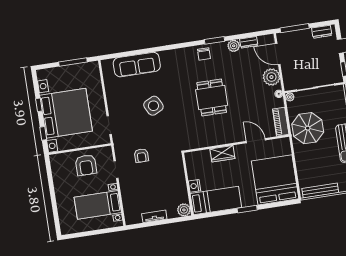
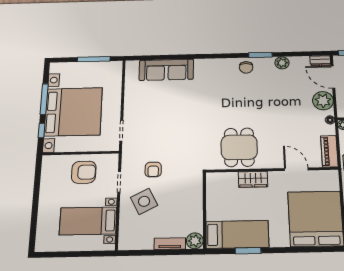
dresser: (249, 42) -> (320, 61), moved
dining table: (212, 98) -> (239, 147), moved
window: (39, 105) -> (44, 99), width x2.17
side table: (153, 106) -> (144, 201), moved
armchair: (86, 165) -> (84, 172), turned -90
nightstand: (194, 186) -> (213, 213), removed
window: (247, 209) -> (248, 251), moved
tv unit: (154, 216) -> (170, 244), moved

